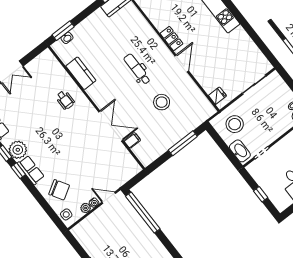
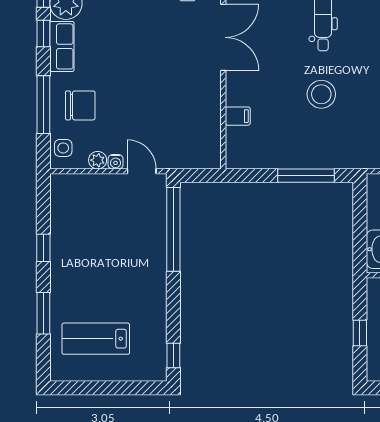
double door: (111, 126) -> (223, 37), moved
chair: (59, 190) -> (80, 105), turned -59
window: (43, 202) -> (43, 105), added

